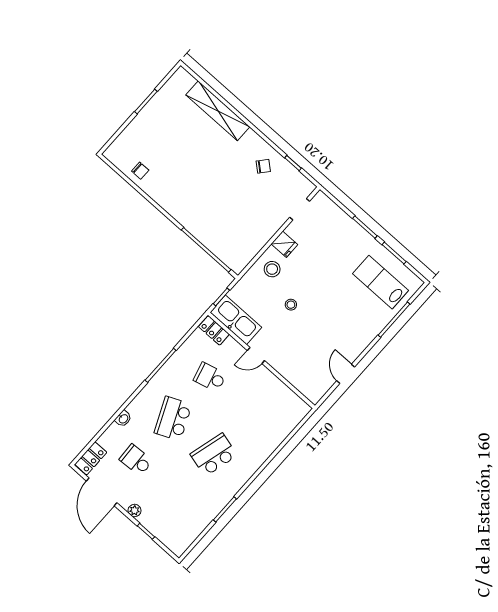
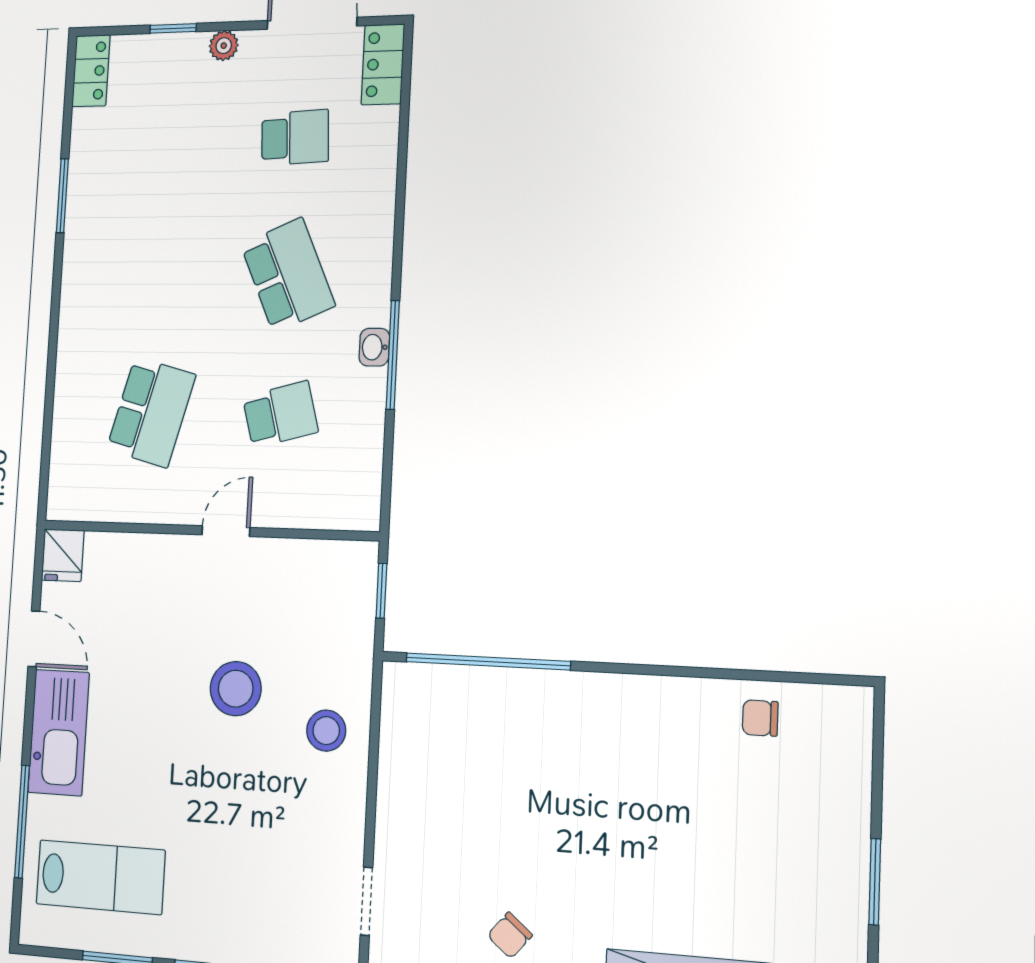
fridge: (284, 244) -> (63, 555), moved, turned -90
stool: (291, 305) -> (236, 689), width x1.89, depth x1.89
kitchen sink: (236, 320) -> (59, 732), moved, turned -90
locker: (214, 330) -> (91, 71), moved, turned 90
washbasin: (123, 419) -> (374, 347), moved
school desk: (214, 455) -> (151, 412), moved

